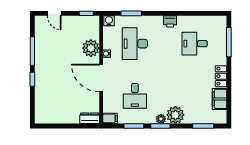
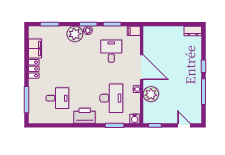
printer: (170, 21) -> (85, 116), width x1.87, depth x1.48
dresser: (90, 118) -> (193, 31), moved

